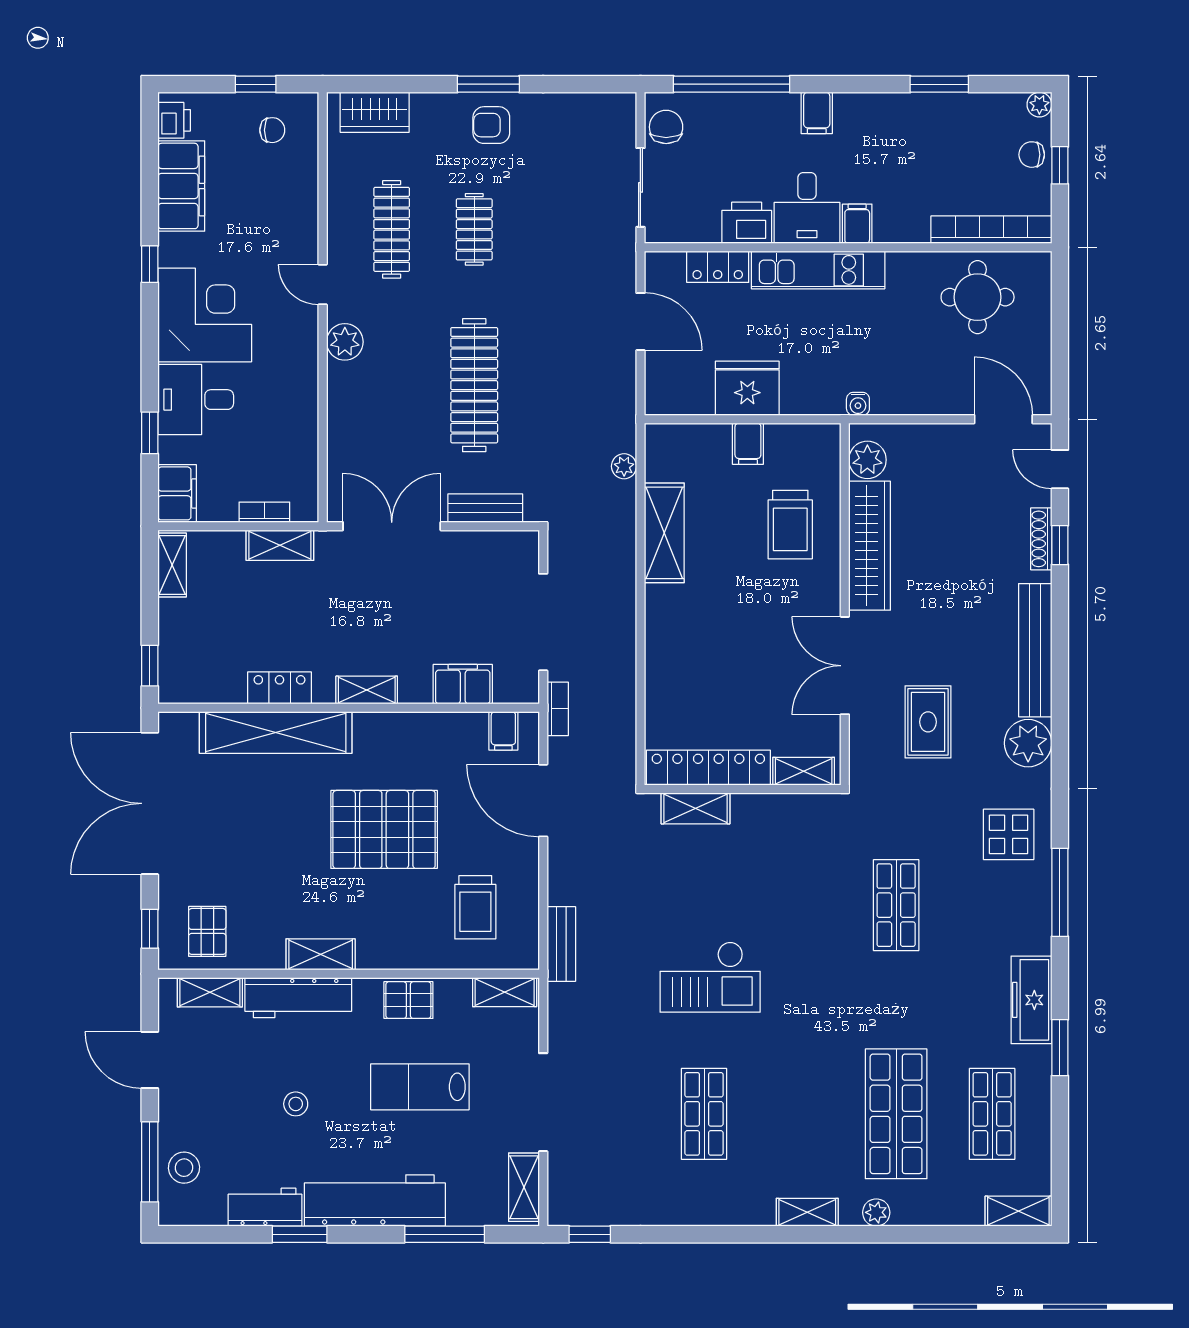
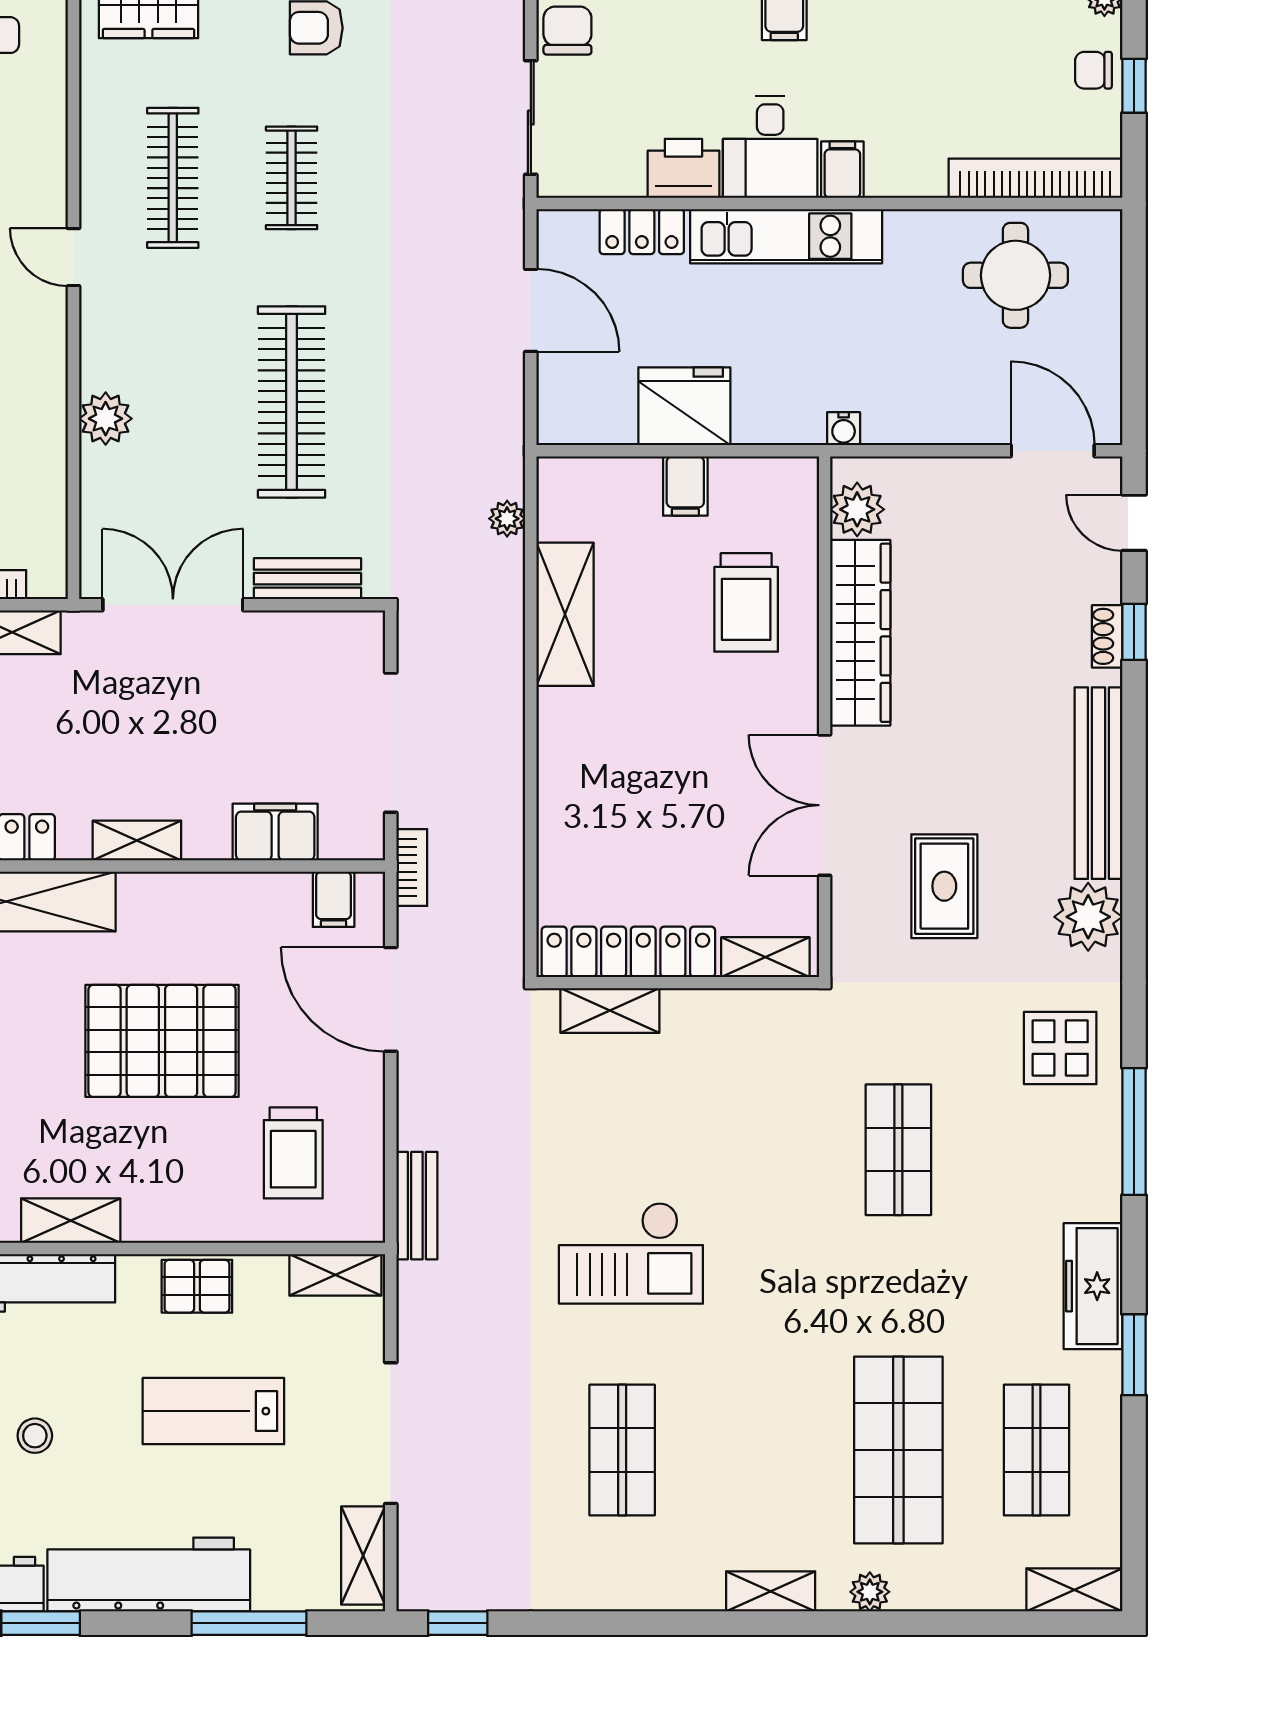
plant: (345, 342) -> (106, 419), moved
shoe rack: (1041, 539) -> (1107, 636), width x0.70

